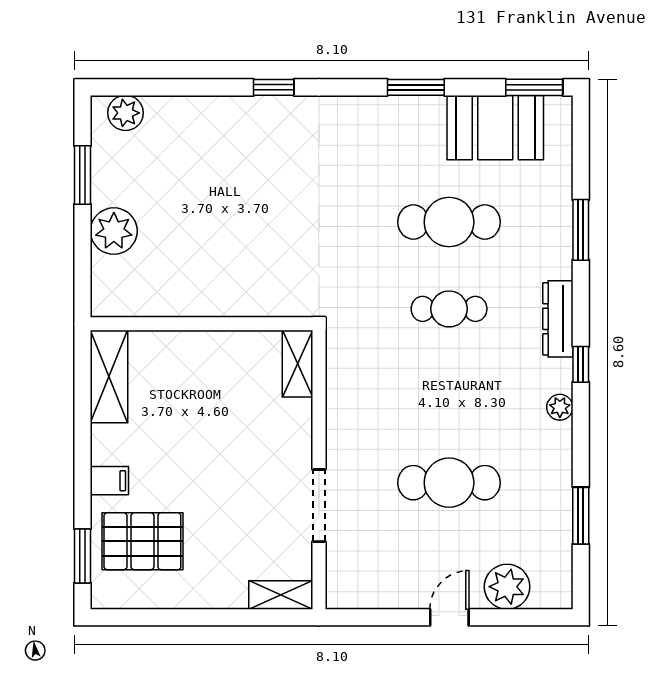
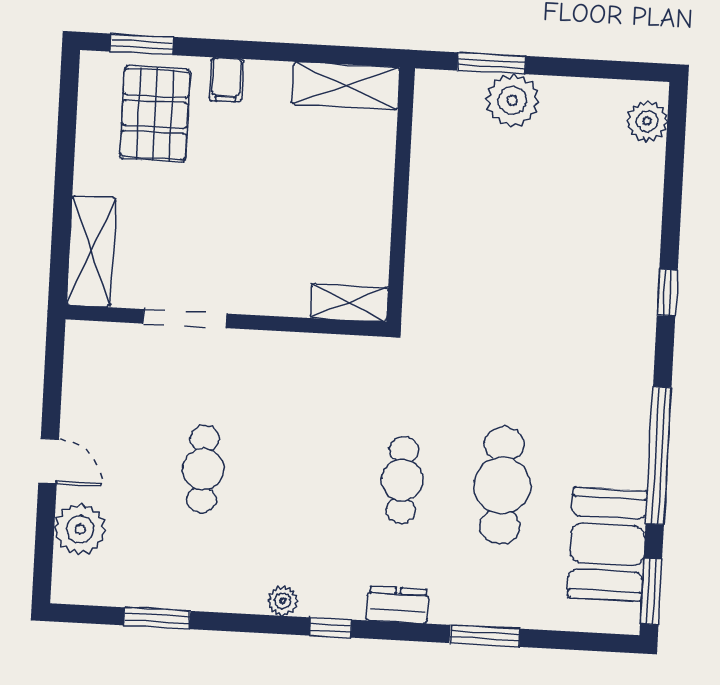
window: (416, 87) -> (658, 456), width x2.11
window: (83, 175) -> (491, 63), moved
dresser: (558, 319) -> (398, 605), width x0.70
cafe table: (449, 483) -> (203, 469), width x0.73, depth x0.74
shelving: (281, 595) -> (91, 251), width x1.50, depth x1.33

